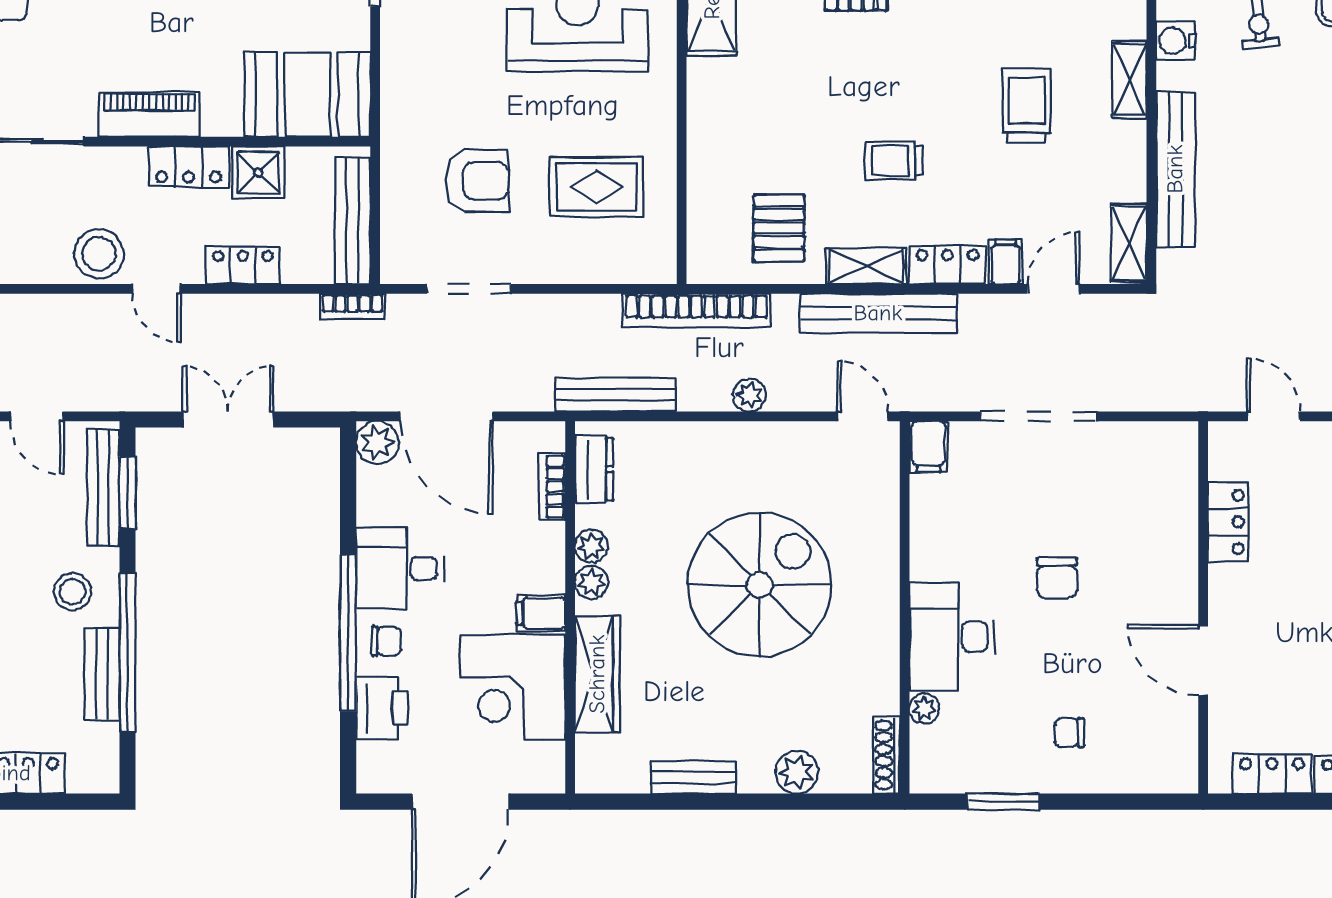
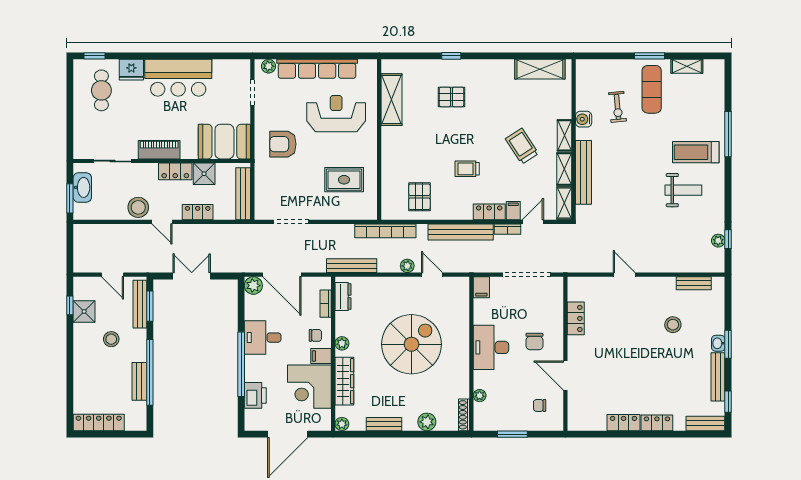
trolley: (1027, 106) -> (522, 146), turned -33
armchair: (477, 181) -> (283, 144), moved, turned 180
shelving: (866, 266) -> (564, 169), moved, turned 90
bookcase: (353, 306) -> (508, 229), moved
door: (863, 416) -> (432, 275), moved
locker: (1228, 522) -> (576, 318), moved
plant: (591, 546) -> (342, 424), moved
stool: (73, 592) -> (111, 339), moved
wall: (1203, 607) -> (565, 354), moved
desk: (952, 636) -> (491, 347), moved
chair: (386, 641) -> (315, 335), moved
door: (1203, 660) -> (565, 376), moved

